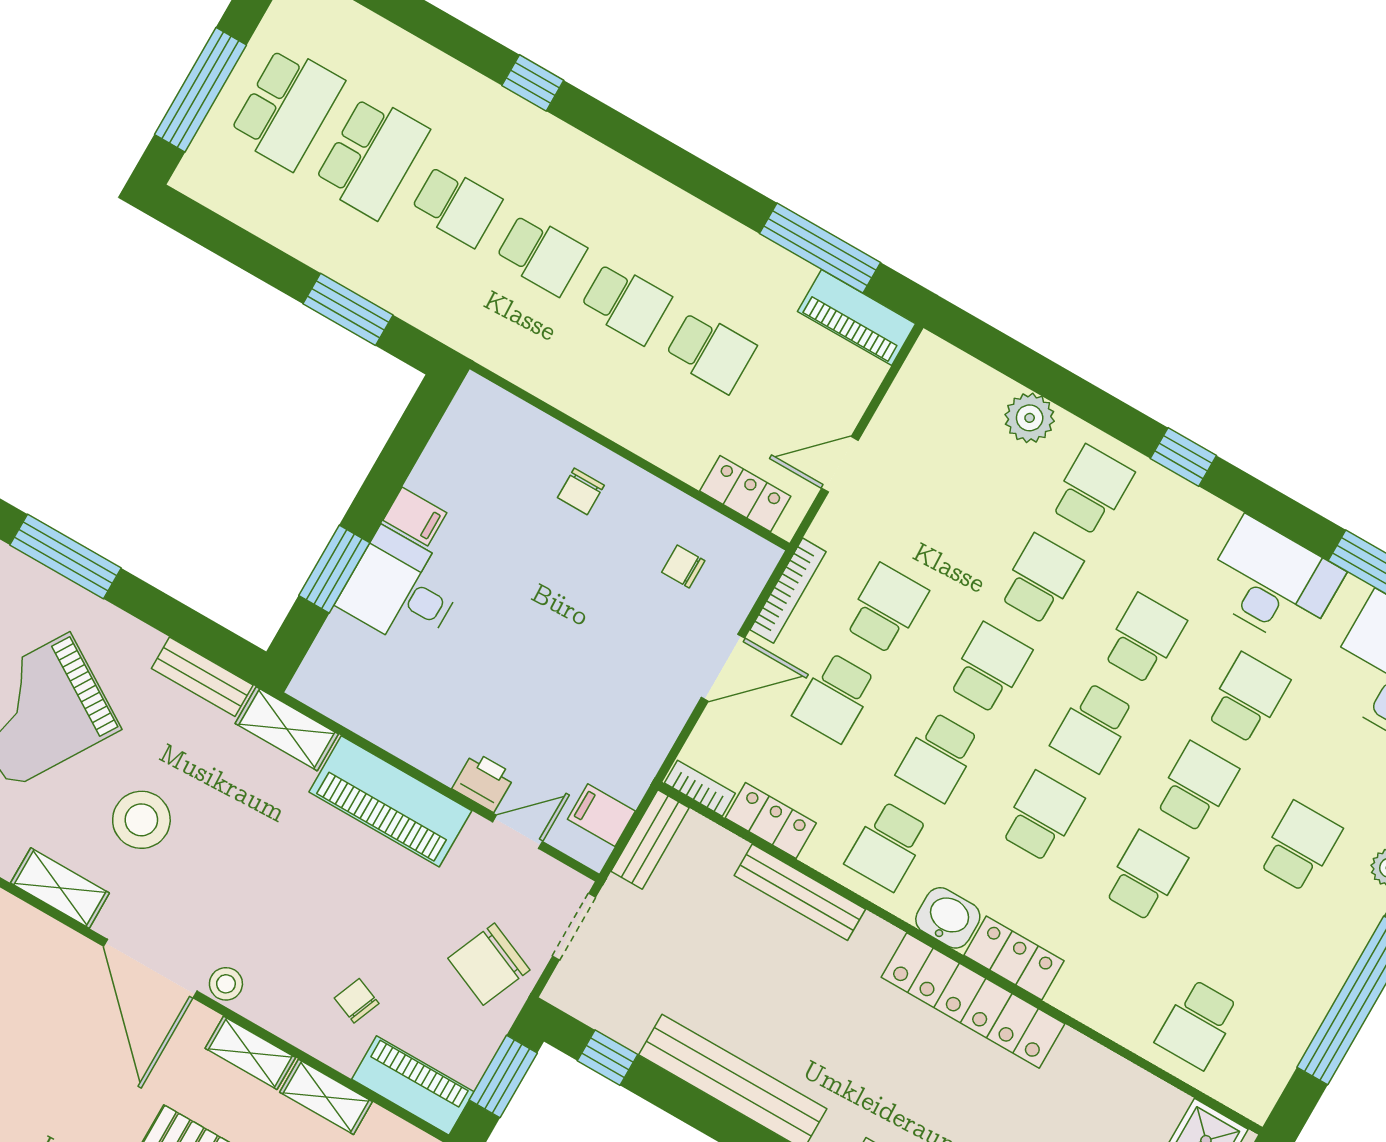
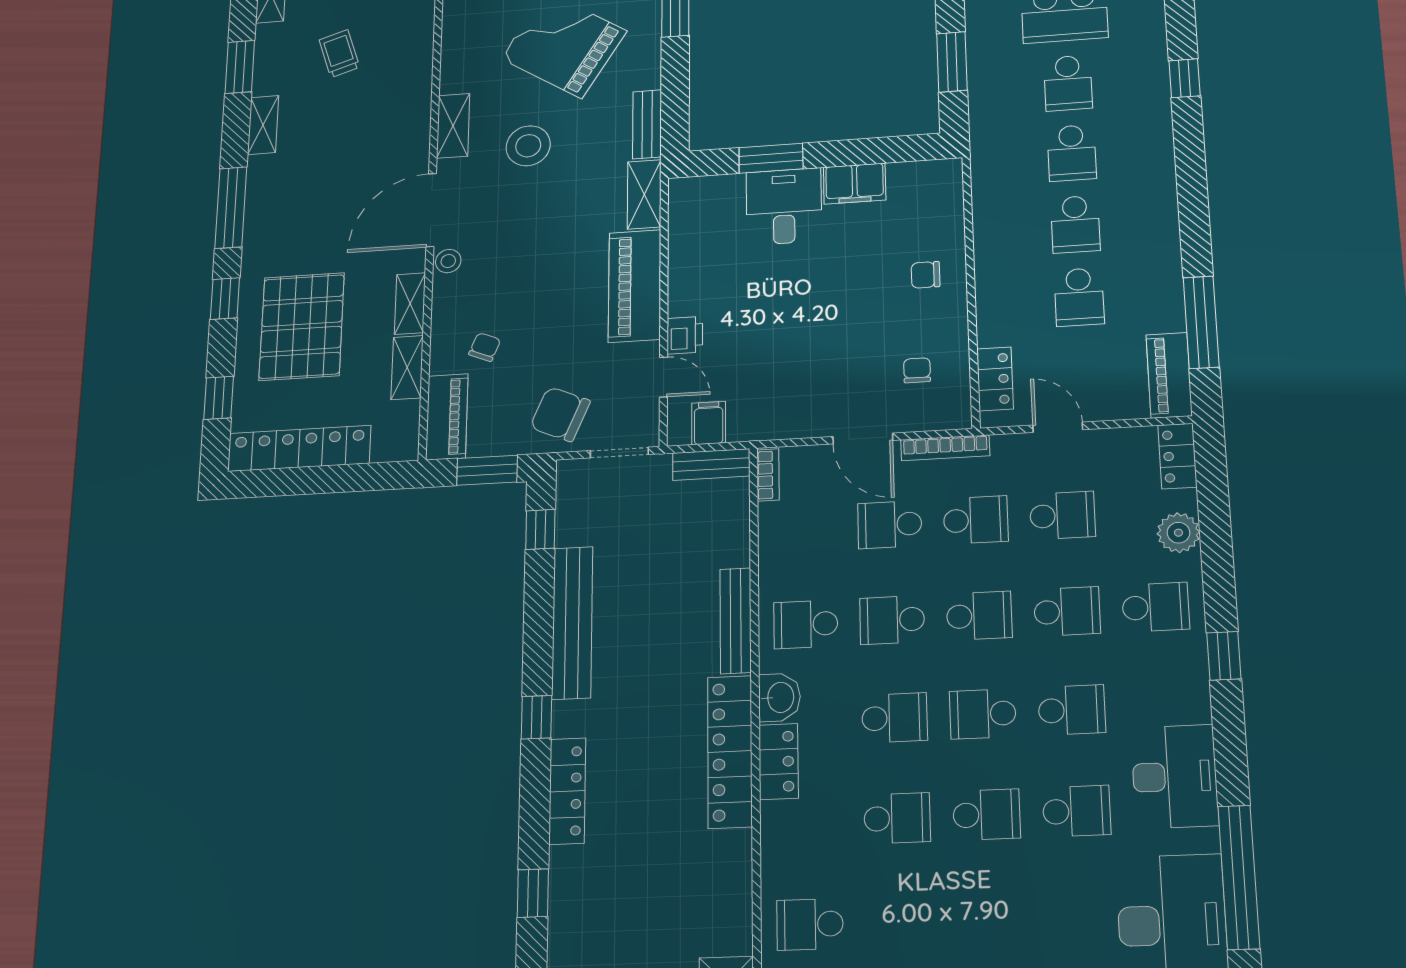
filing cabinet: (415, 517) -> (855, 184), width x2.00
locker: (771, 821) -> (1177, 456), moved, turned 180
school desk: (1300, 846) -> (1062, 515), moved
bench: (800, 892) -> (736, 621), moved

